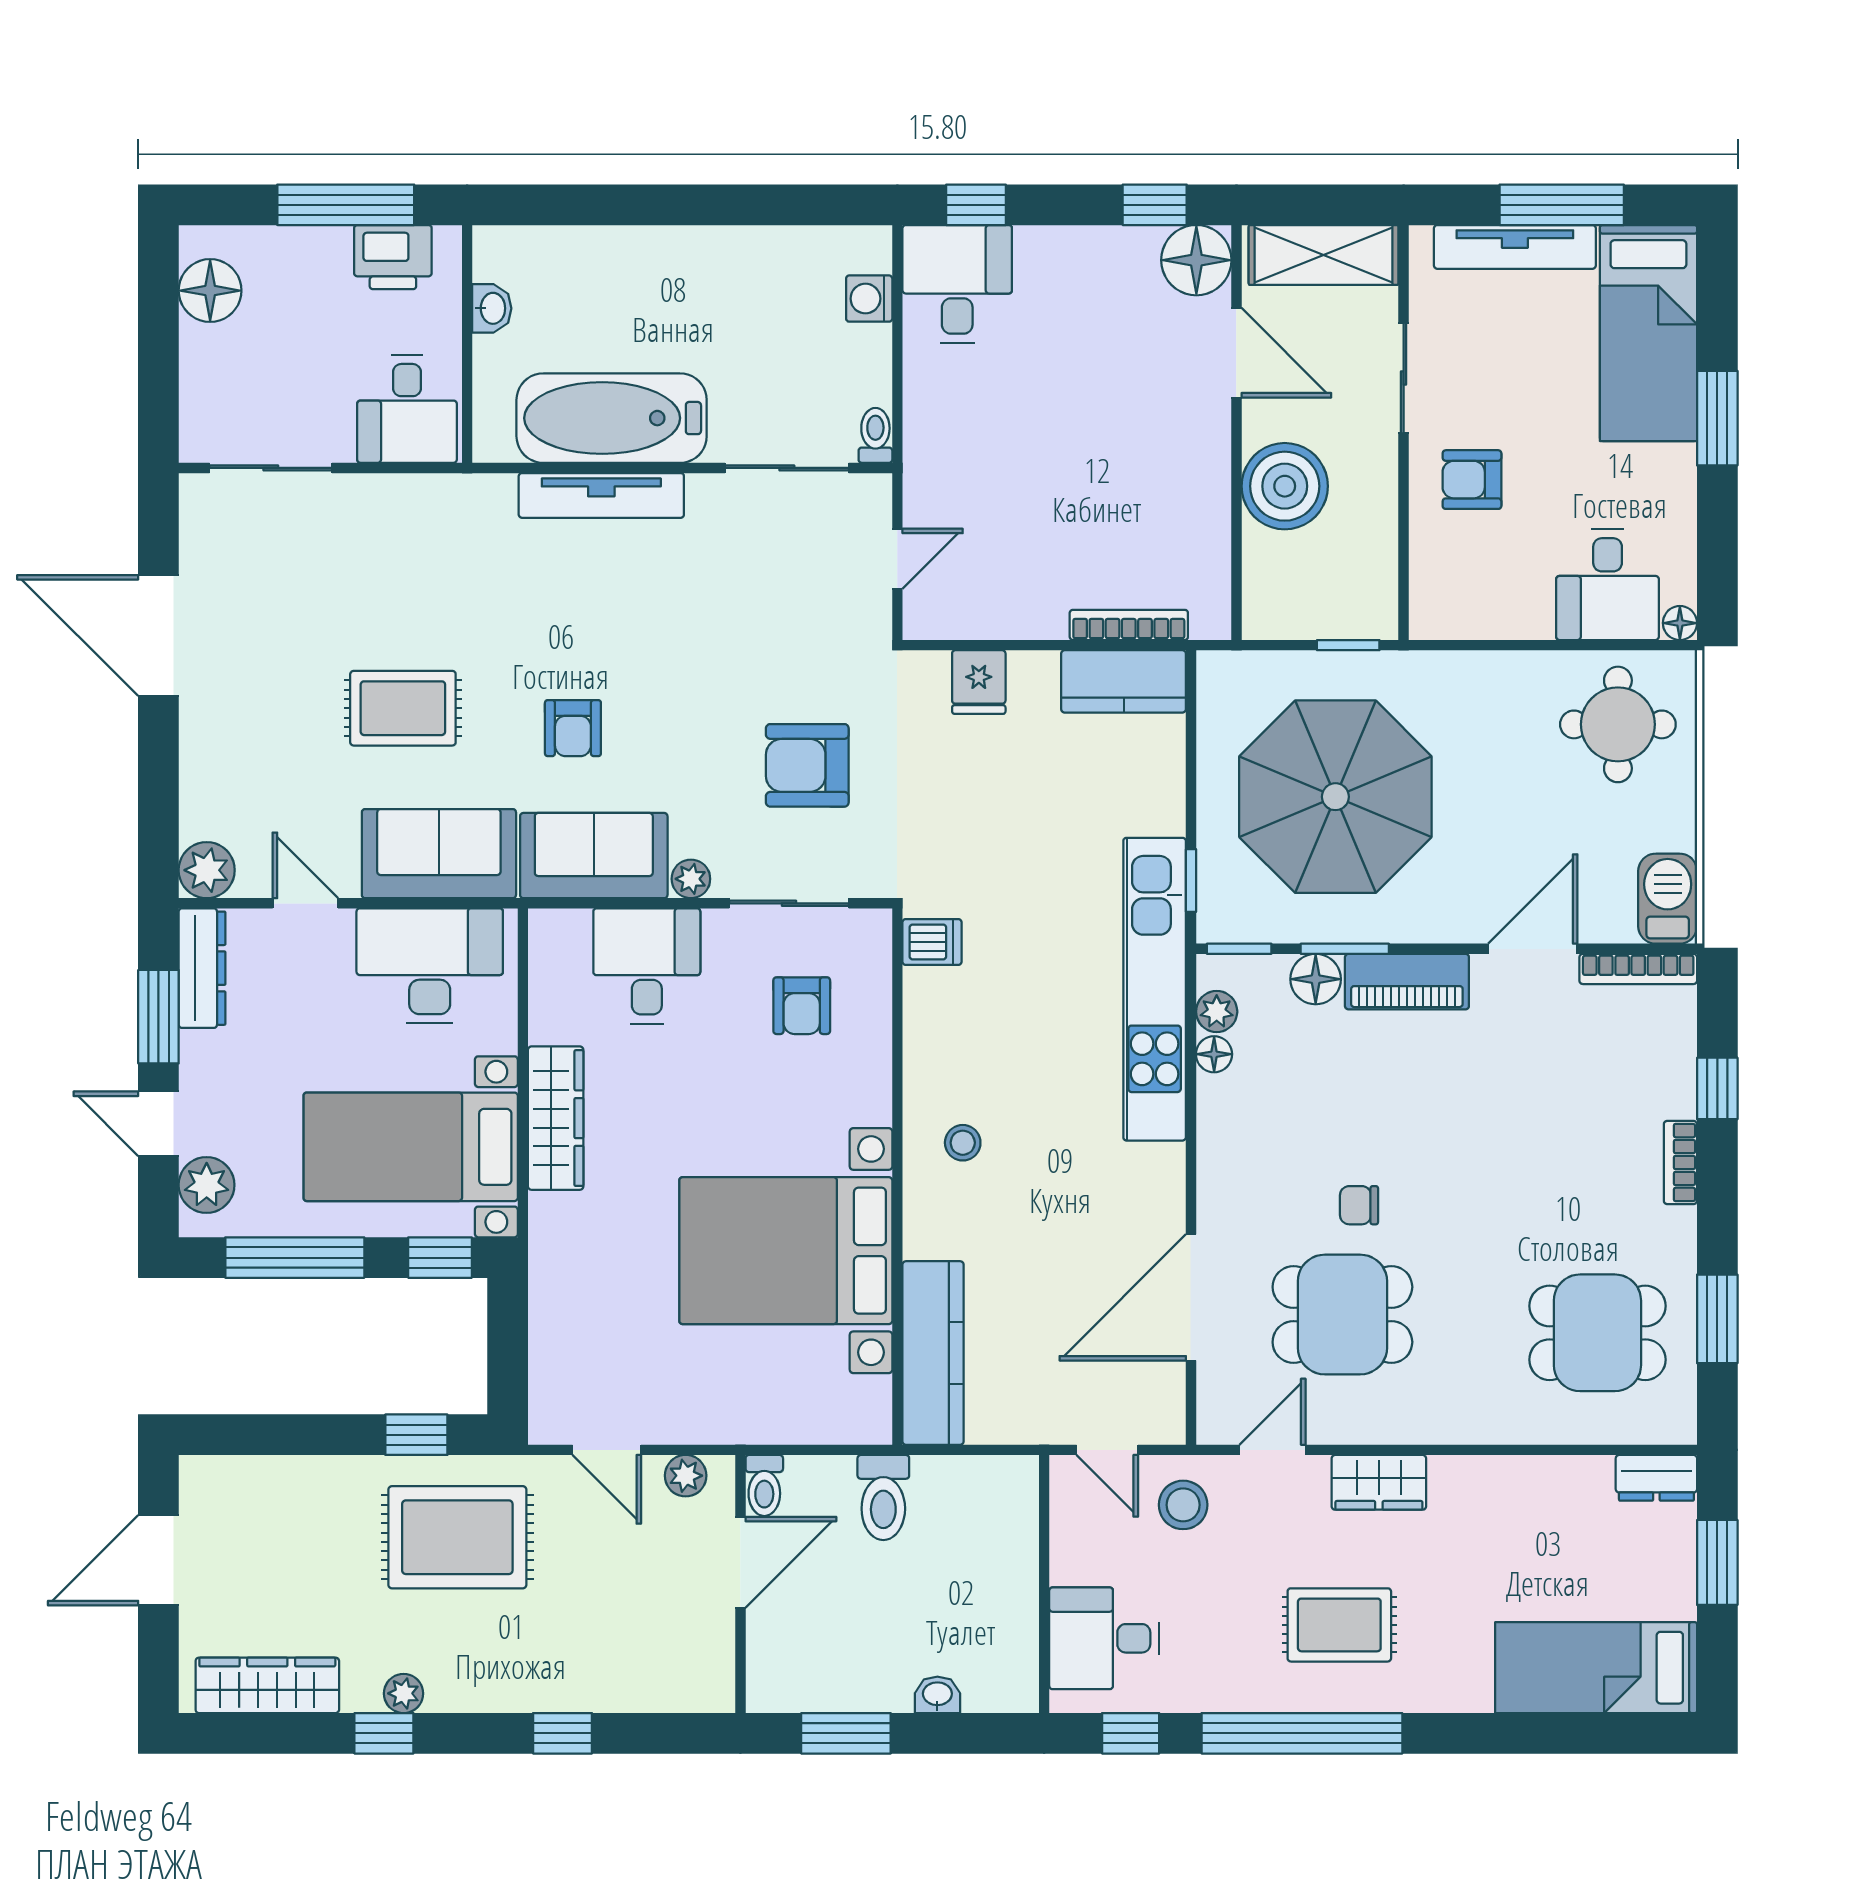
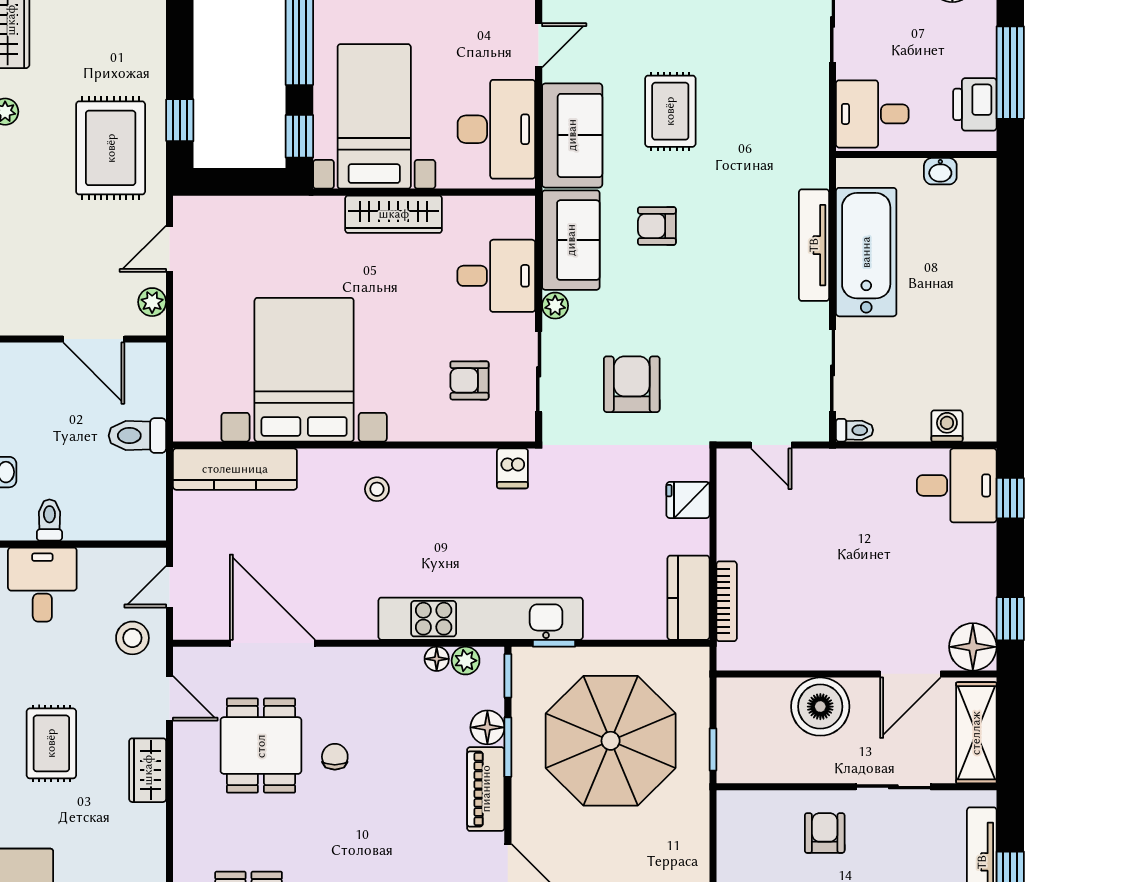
toilet: (764, 1485) -> (49, 520), moved, turned 90

